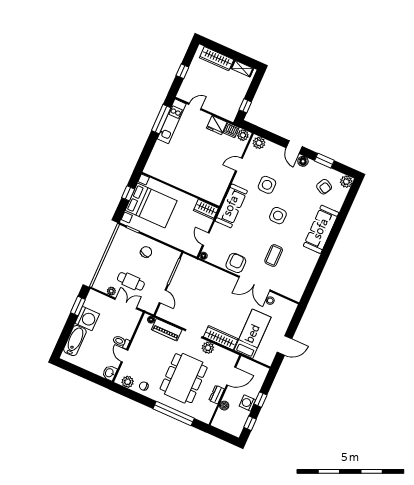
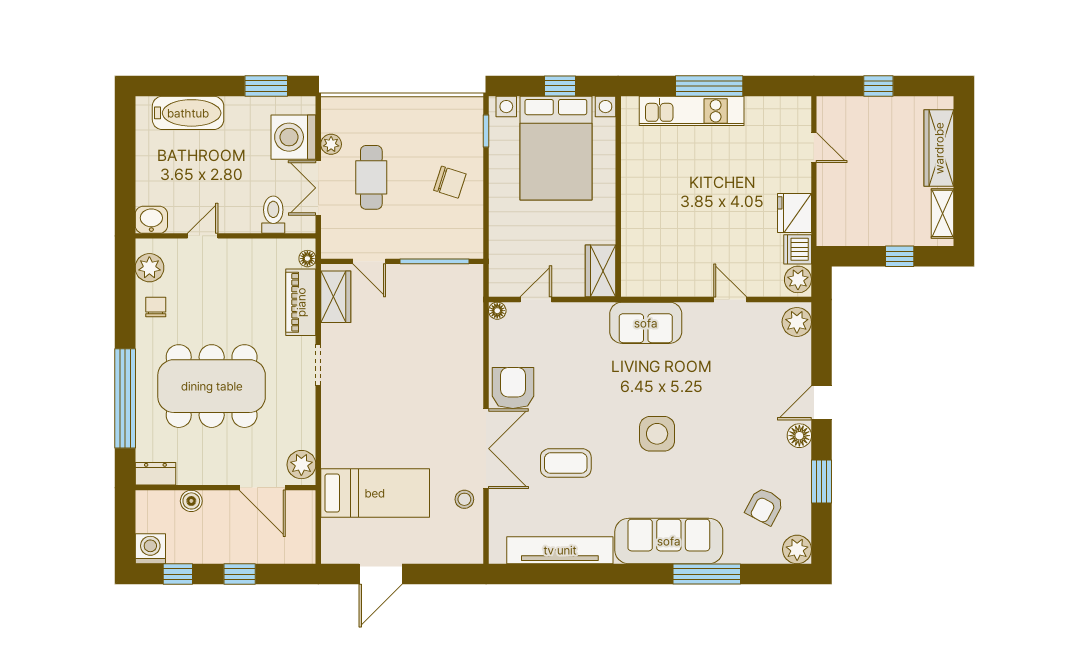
window: (245, 106) -> (900, 256), moved
window: (161, 119) -> (709, 86), moved
kitchen unit: (172, 121) -> (692, 111), moved
side table: (267, 185) -> (713, 380), removed
sofa: (231, 206) -> (646, 323), width x0.73
window: (340, 220) -> (707, 574), added
armchair: (236, 263) -> (513, 388), turned -90
tv unit: (306, 273) -> (560, 550), added
double door: (255, 284) -> (486, 449), swing flipped
door: (163, 296) -> (369, 261), hinge flipped
double door: (126, 303) -> (318, 188), swing flipped
washing machine: (87, 319) -> (293, 137), moved, turned 90
wardrobe: (221, 338) -> (336, 297), moved, width x0.67
toilet: (121, 342) -> (273, 215), moved
door: (285, 345) -> (381, 574), hinge flipped
plant: (208, 348) -> (301, 465), moved
dresser: (217, 395) -> (155, 474), moved
washing machine: (247, 403) -> (150, 549), moved

